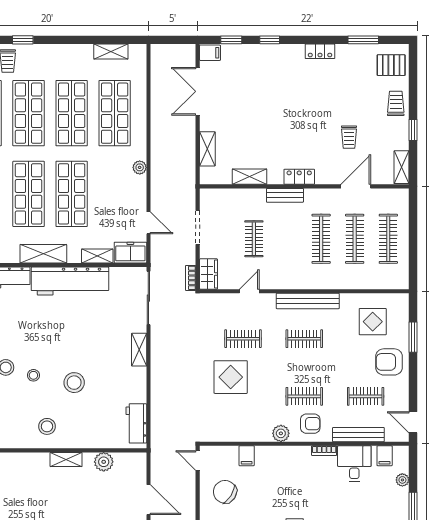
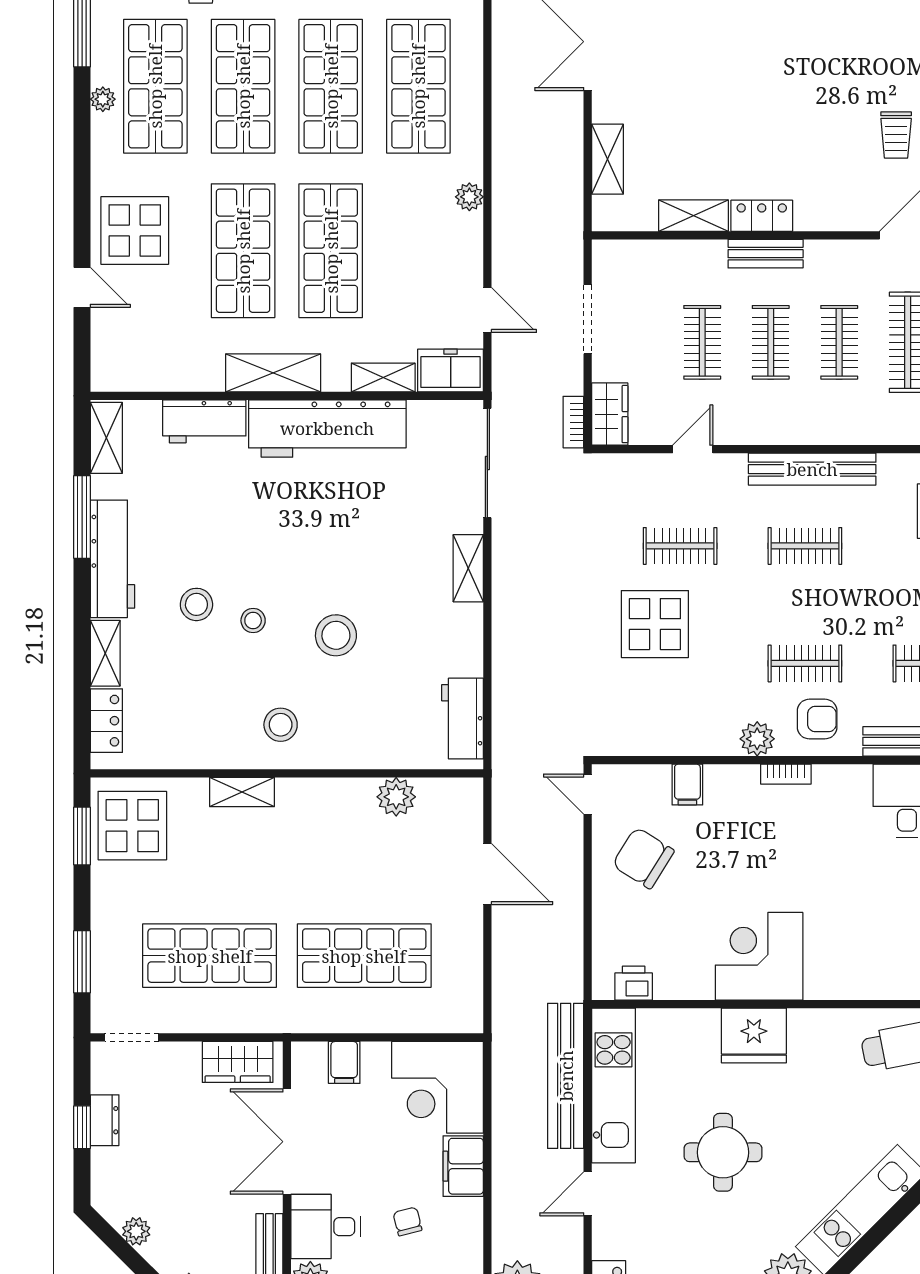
locker: (299, 177) -> (762, 216), moved
clothes rail: (287, 239) -> (771, 342), added
clothes rail: (321, 239) -> (839, 342), width x0.73
bookcase: (324, 451) -> (786, 774), moved
shelving: (66, 459) -> (242, 792), moved

